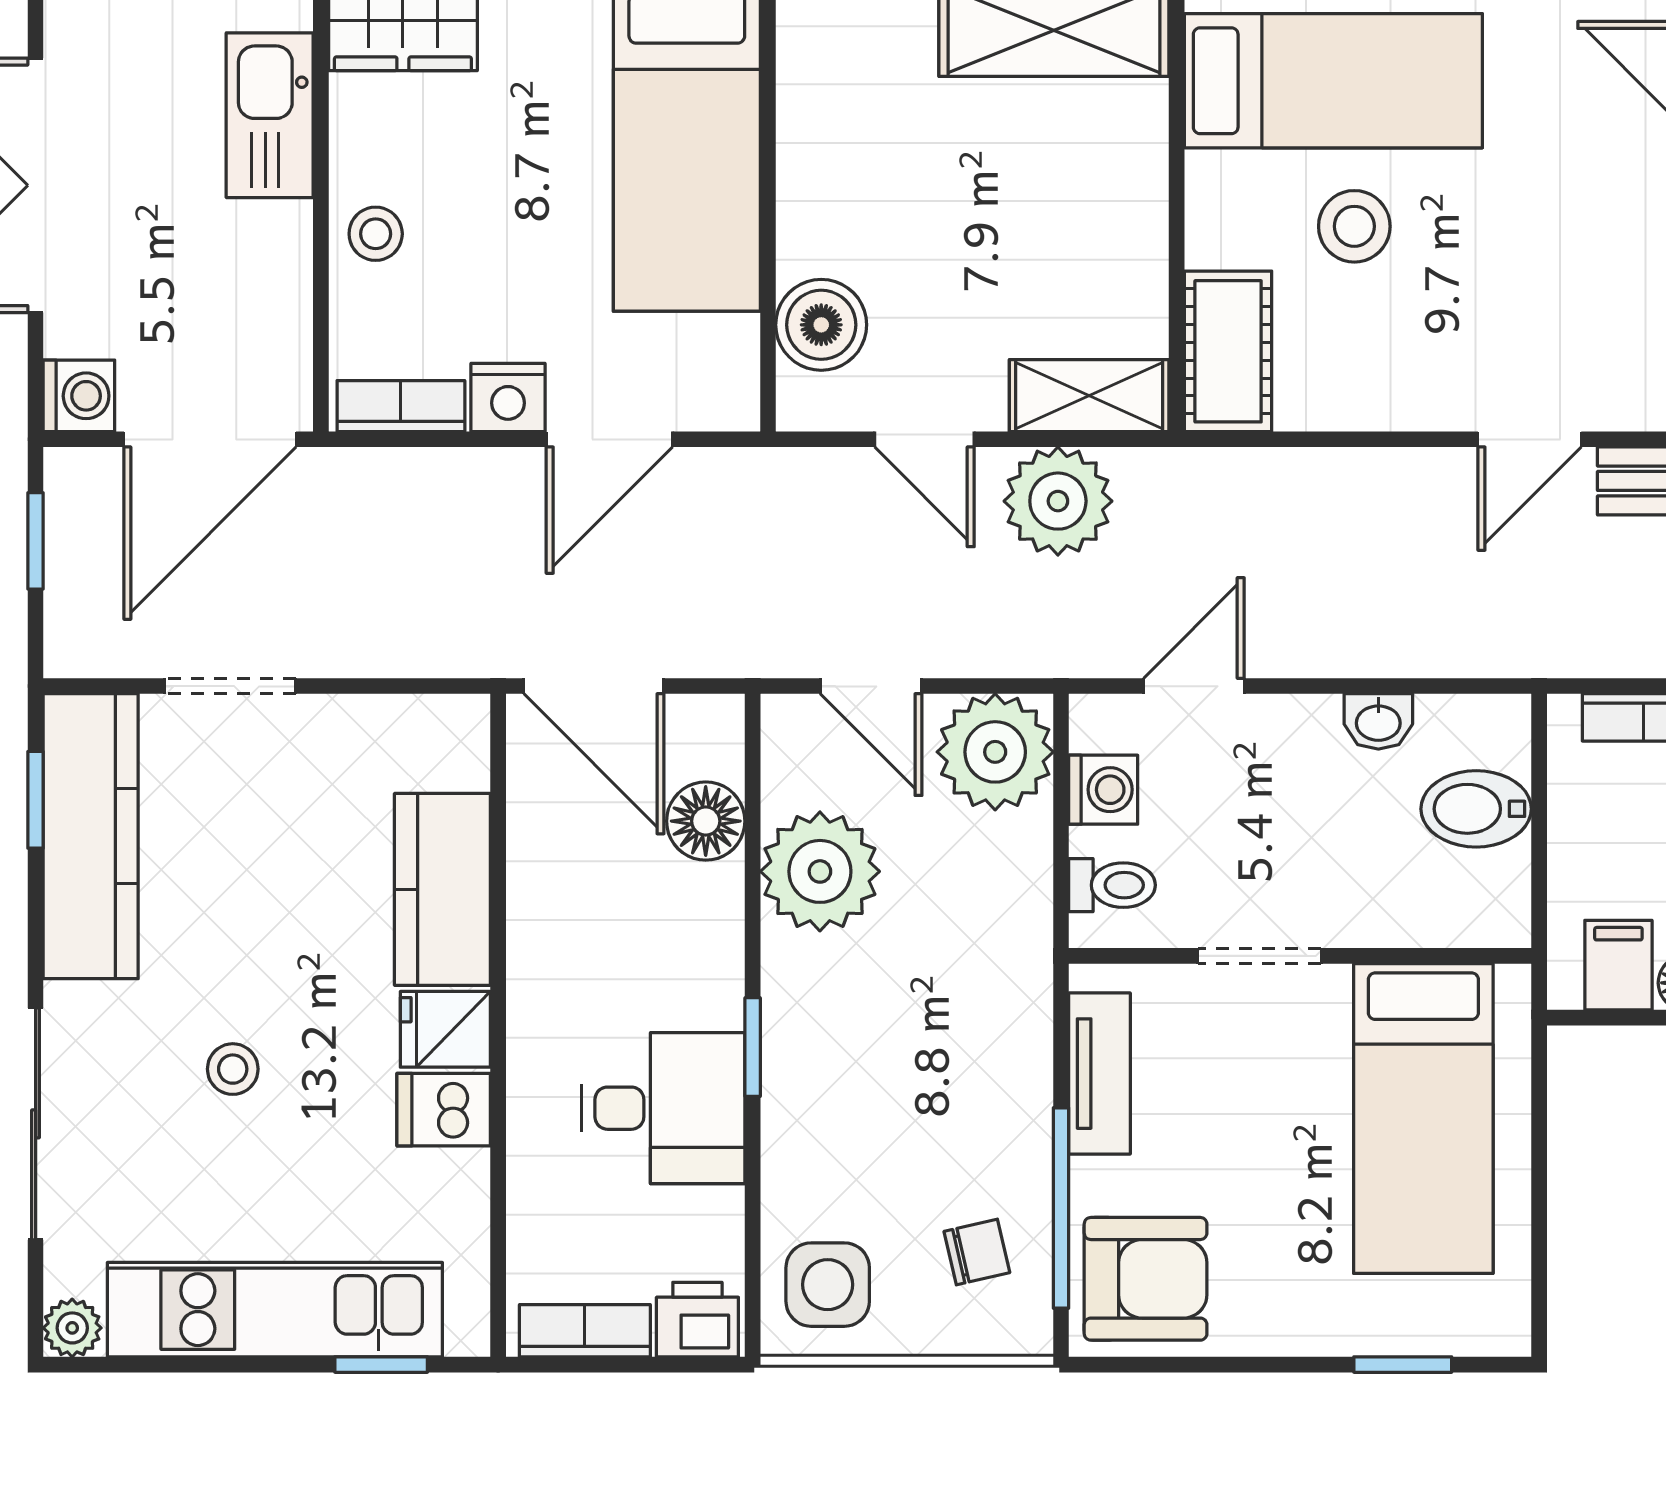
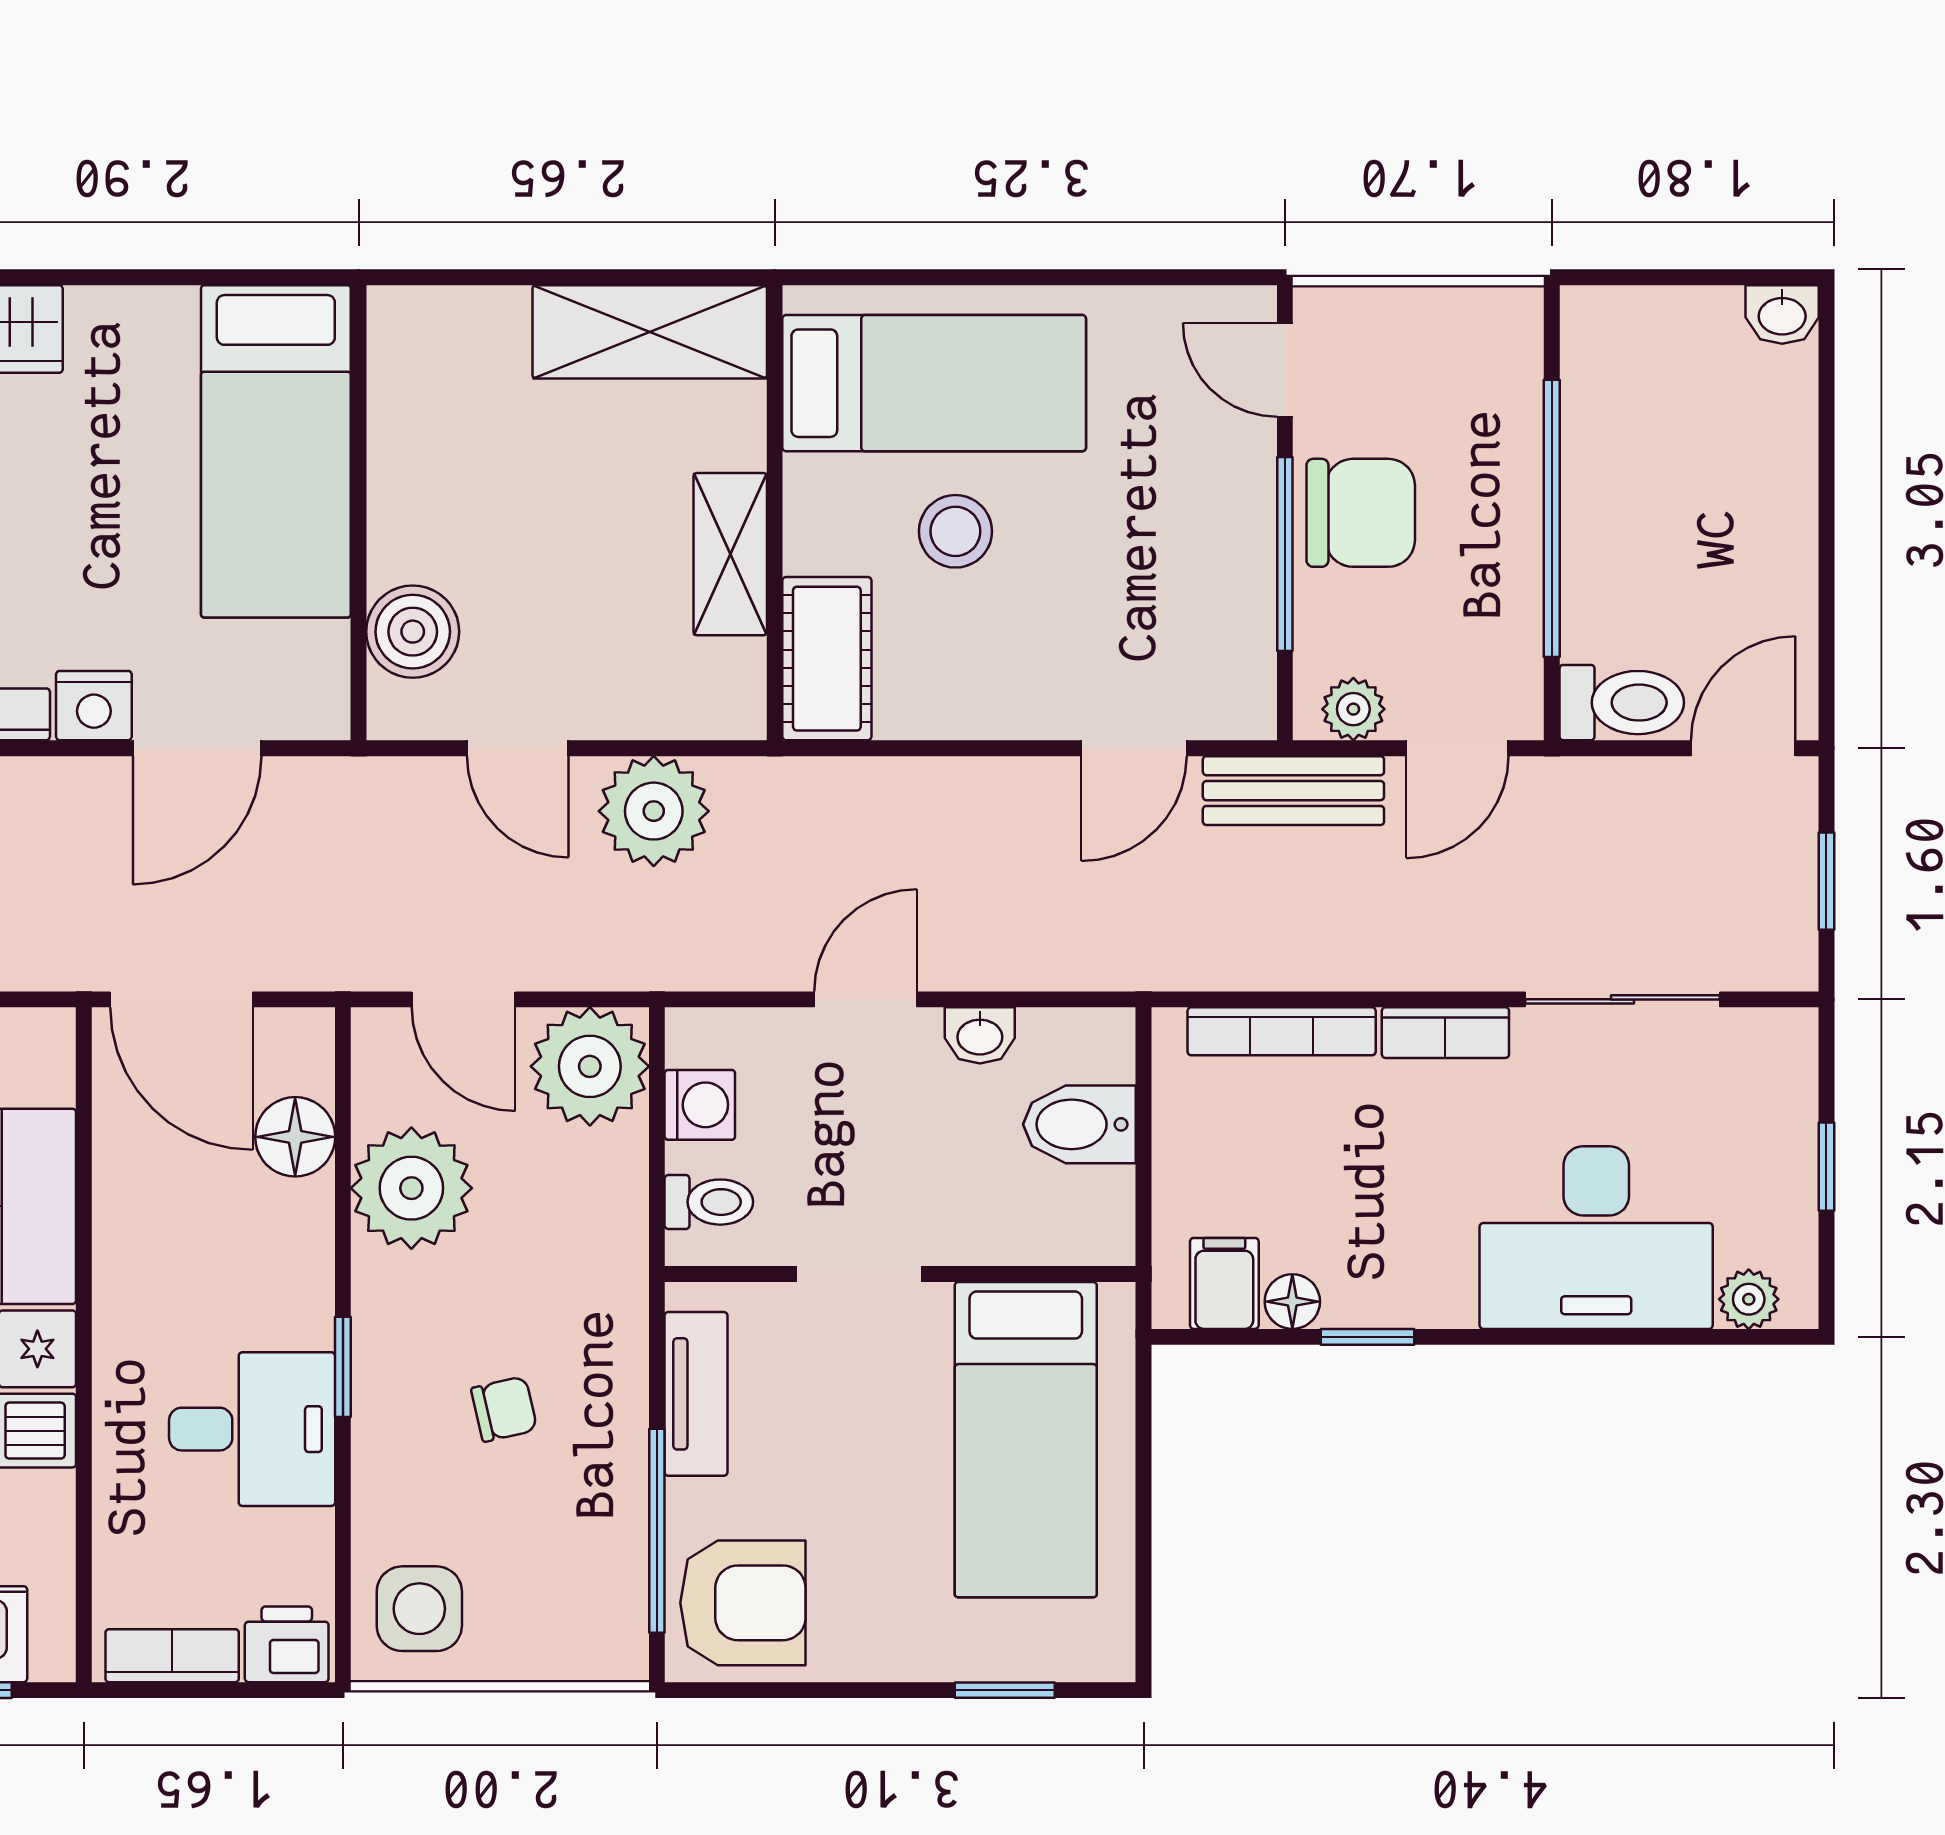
shelving: (1089, 396) -> (730, 554), moved, turned 90
door: (1194, 686) -> (866, 999), moved
chair: (977, 1252) -> (504, 1409), moved

